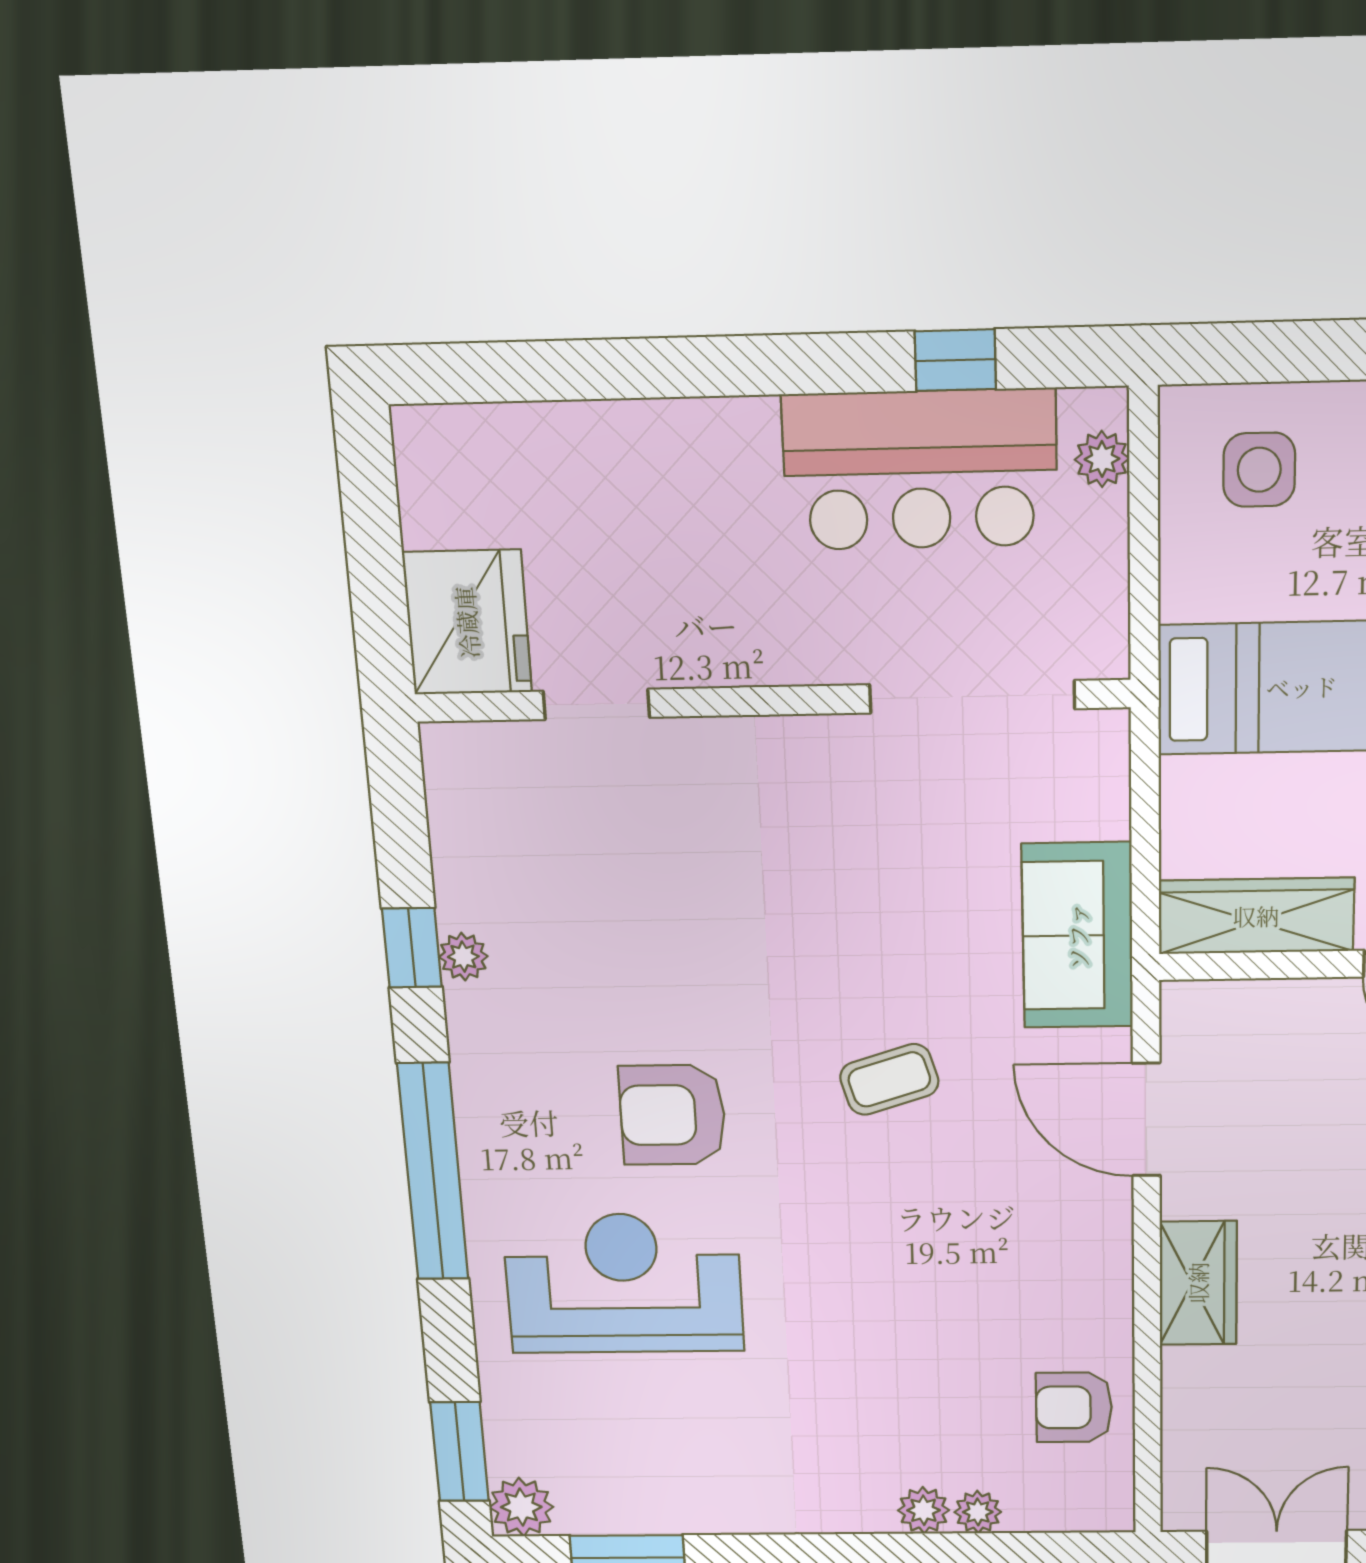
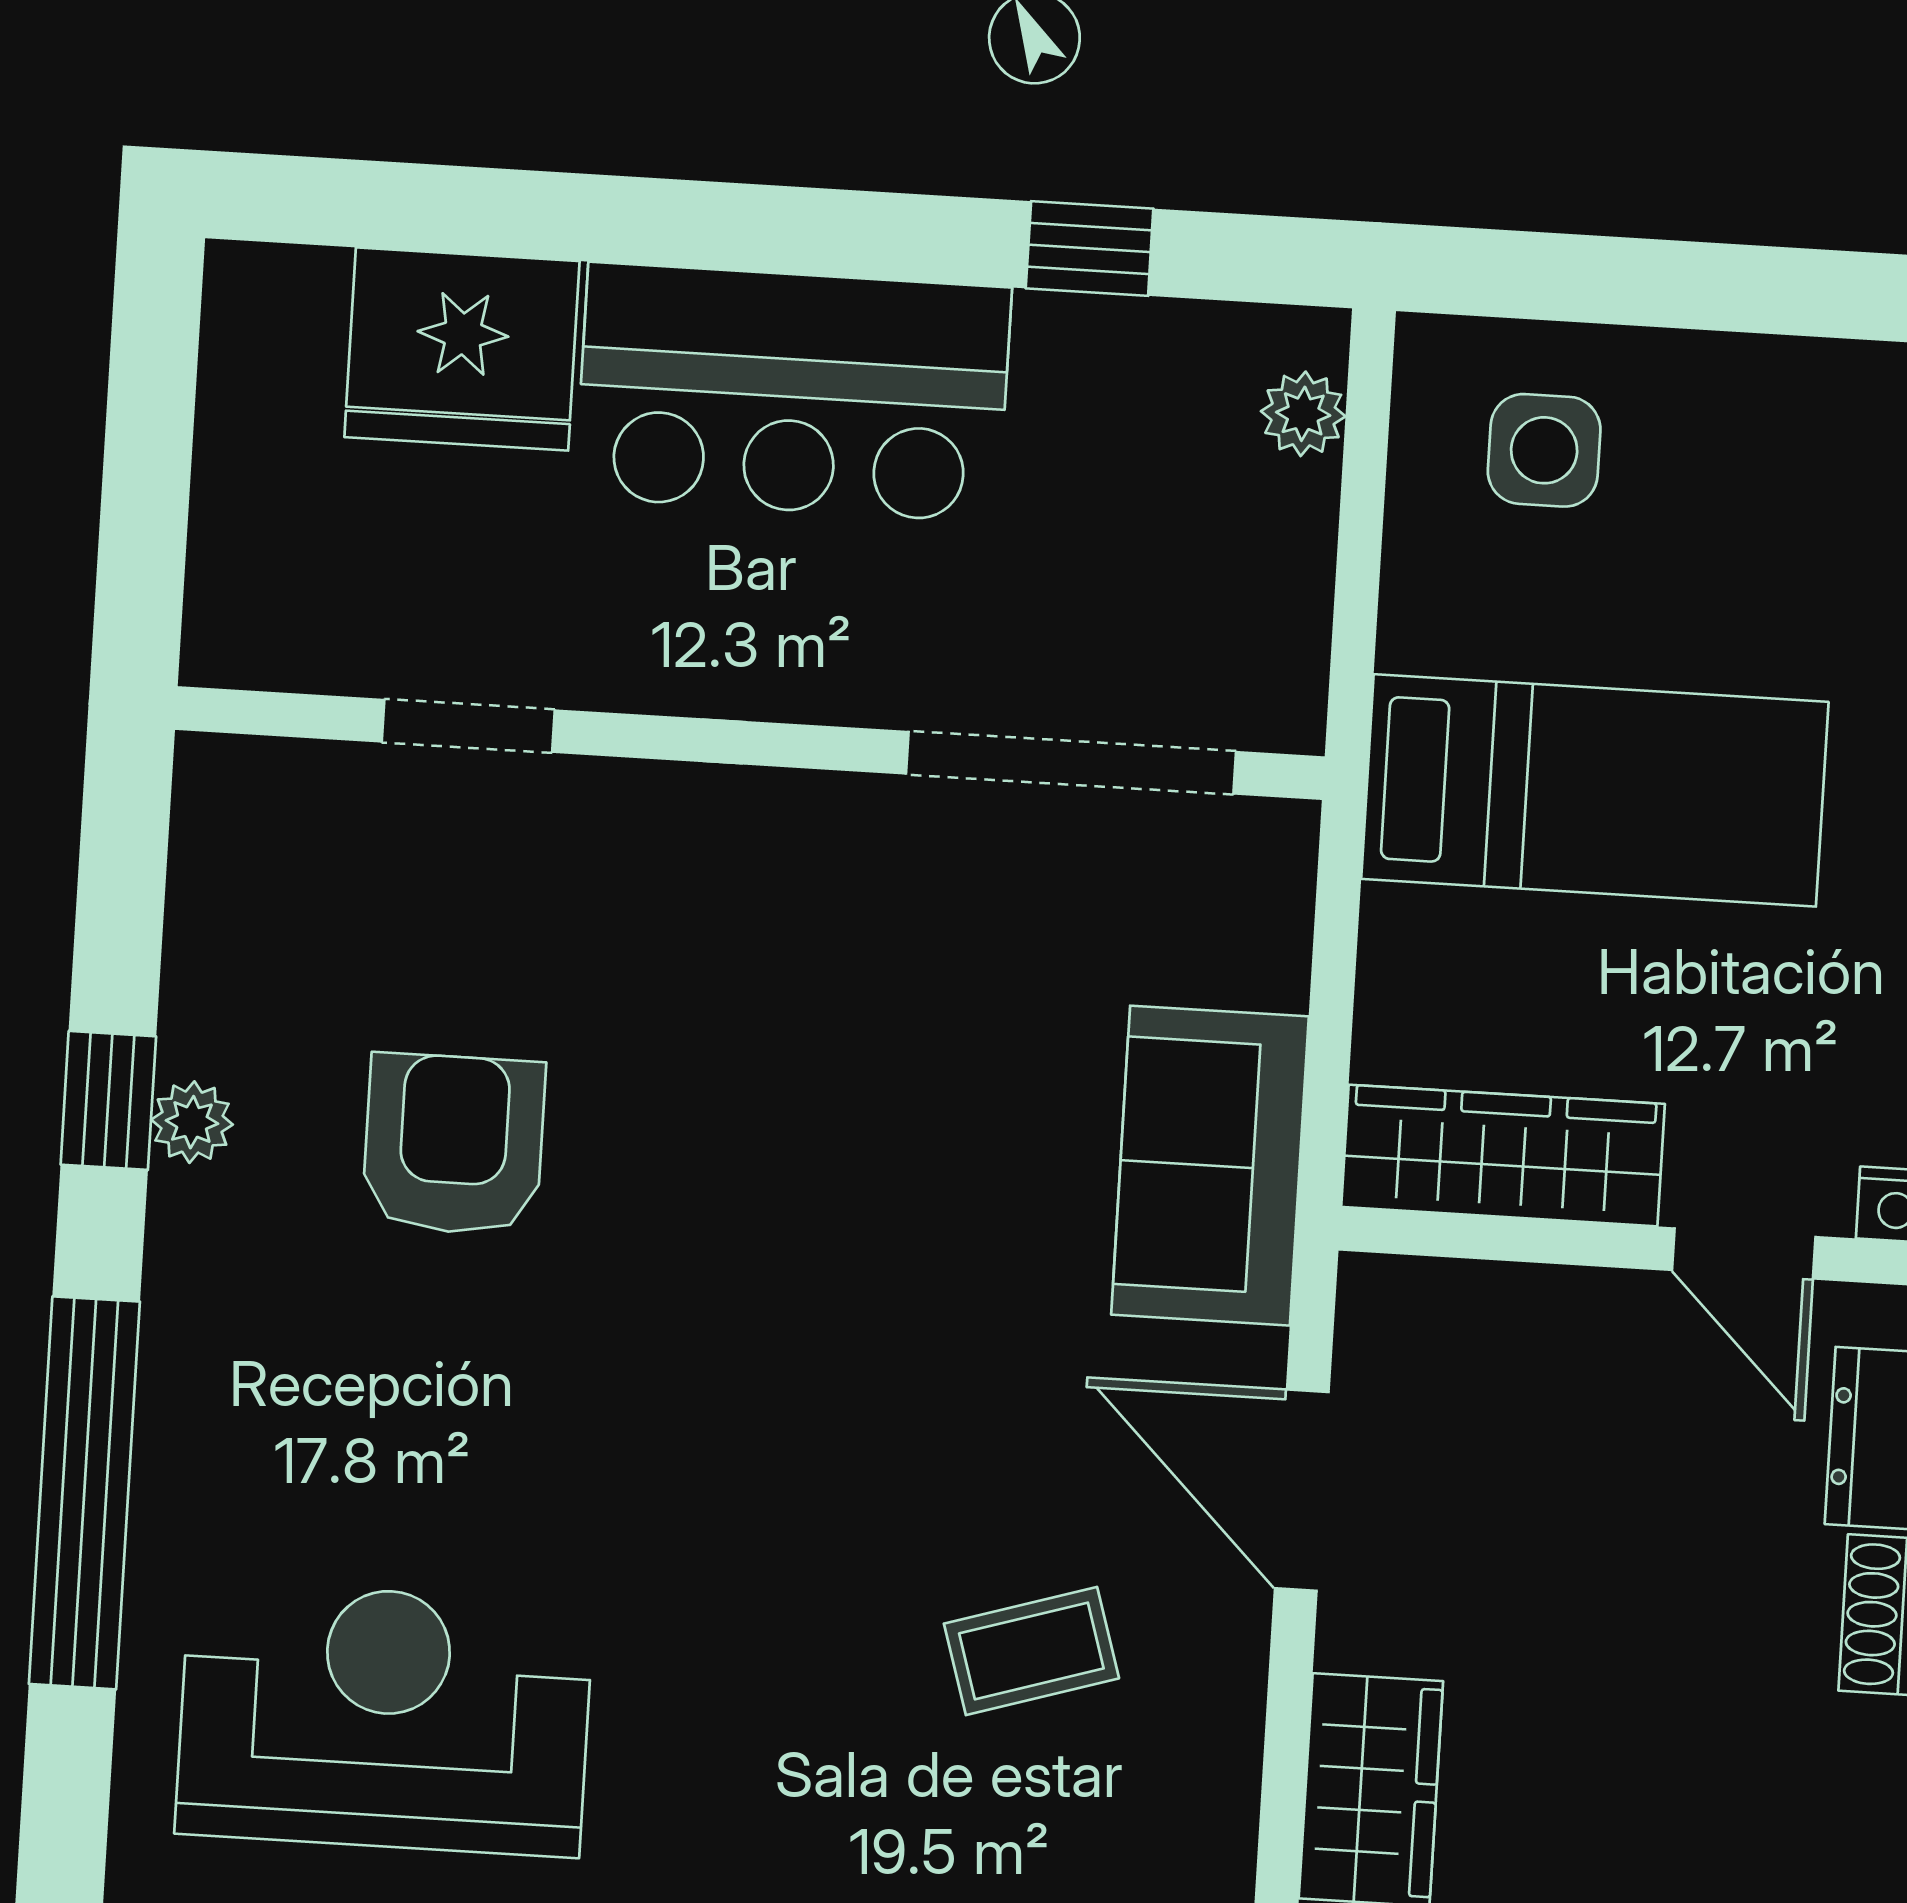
bar counter: (920, 470) -> (793, 392), moved
fridge: (467, 622) -> (462, 349), moved, turned 90
coffee table: (889, 1079) -> (1031, 1651), moved
armchair: (673, 1115) -> (454, 1144), moved, turned 90

